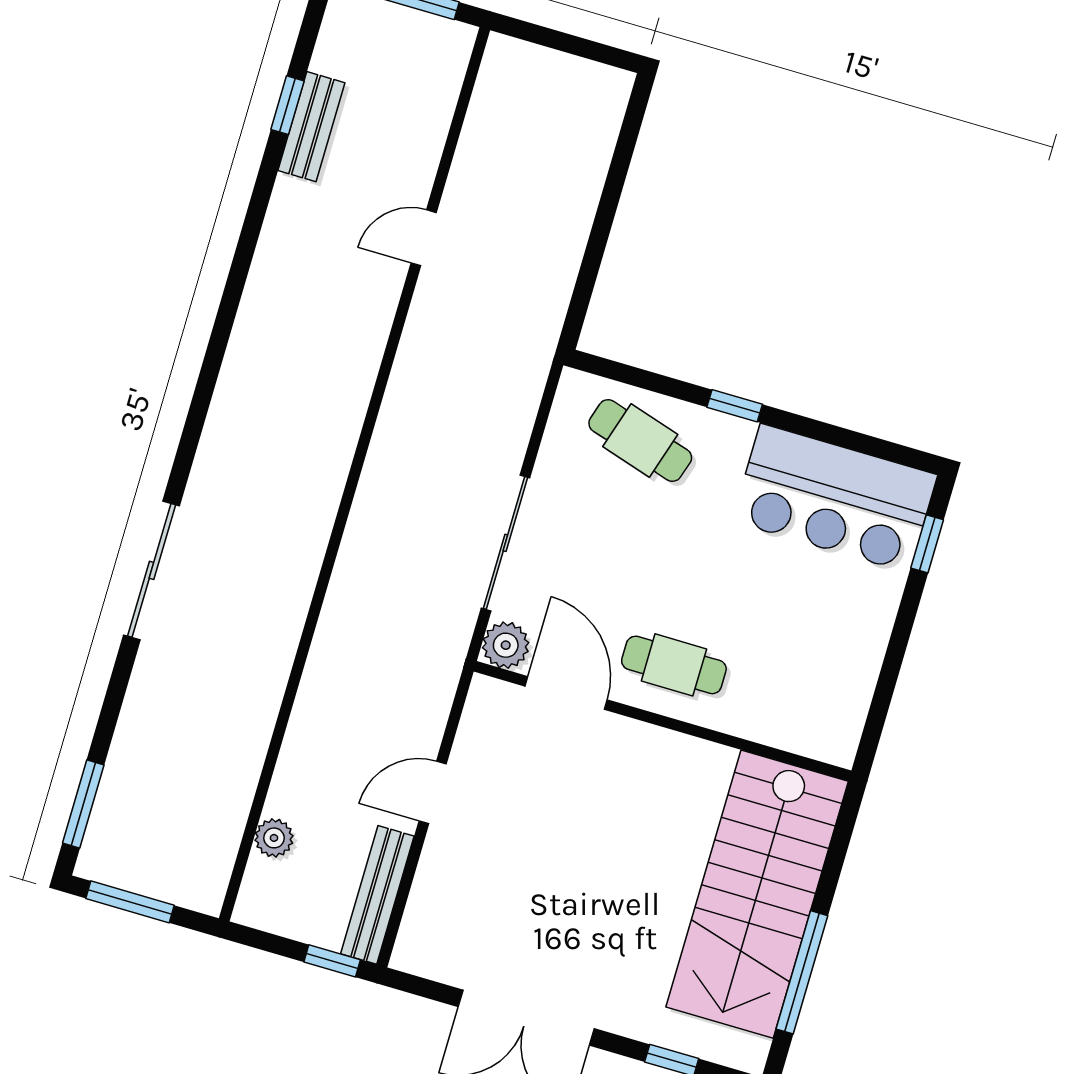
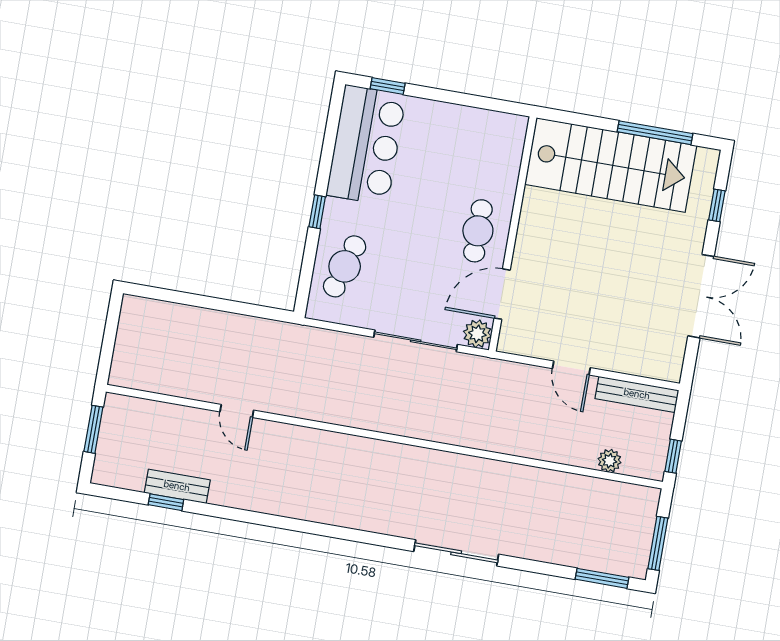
window: (332, 961) -> (673, 456), moved

